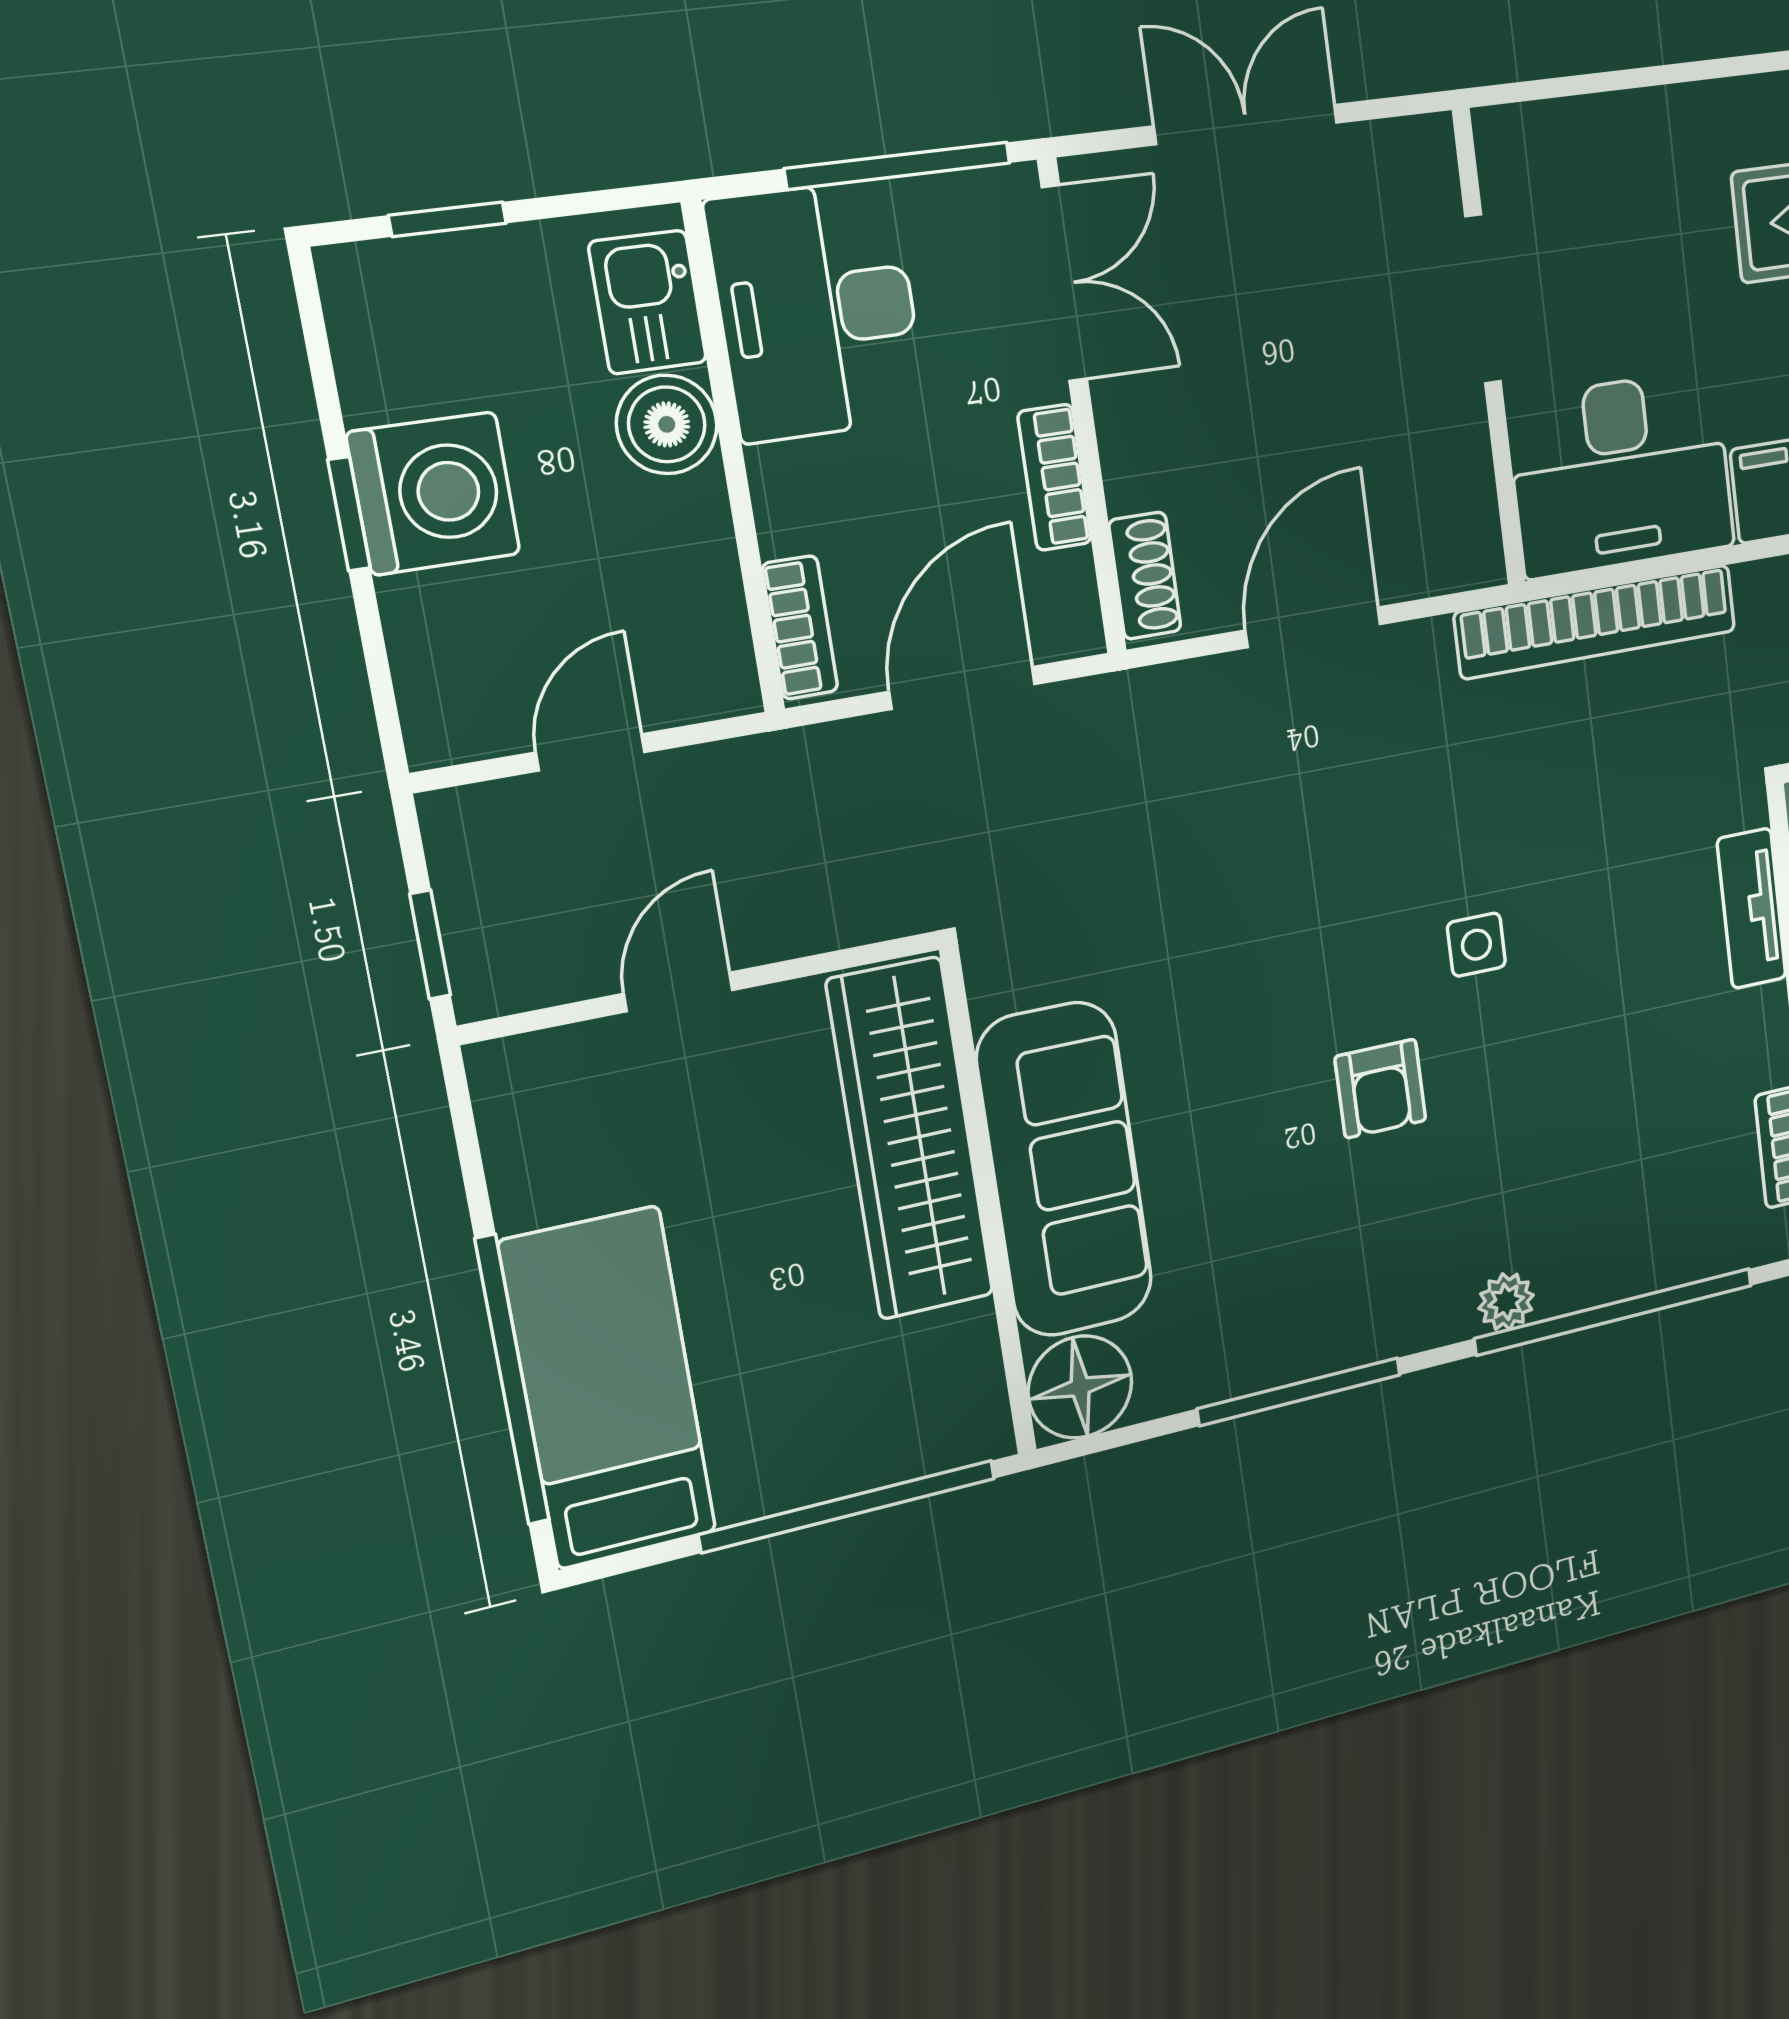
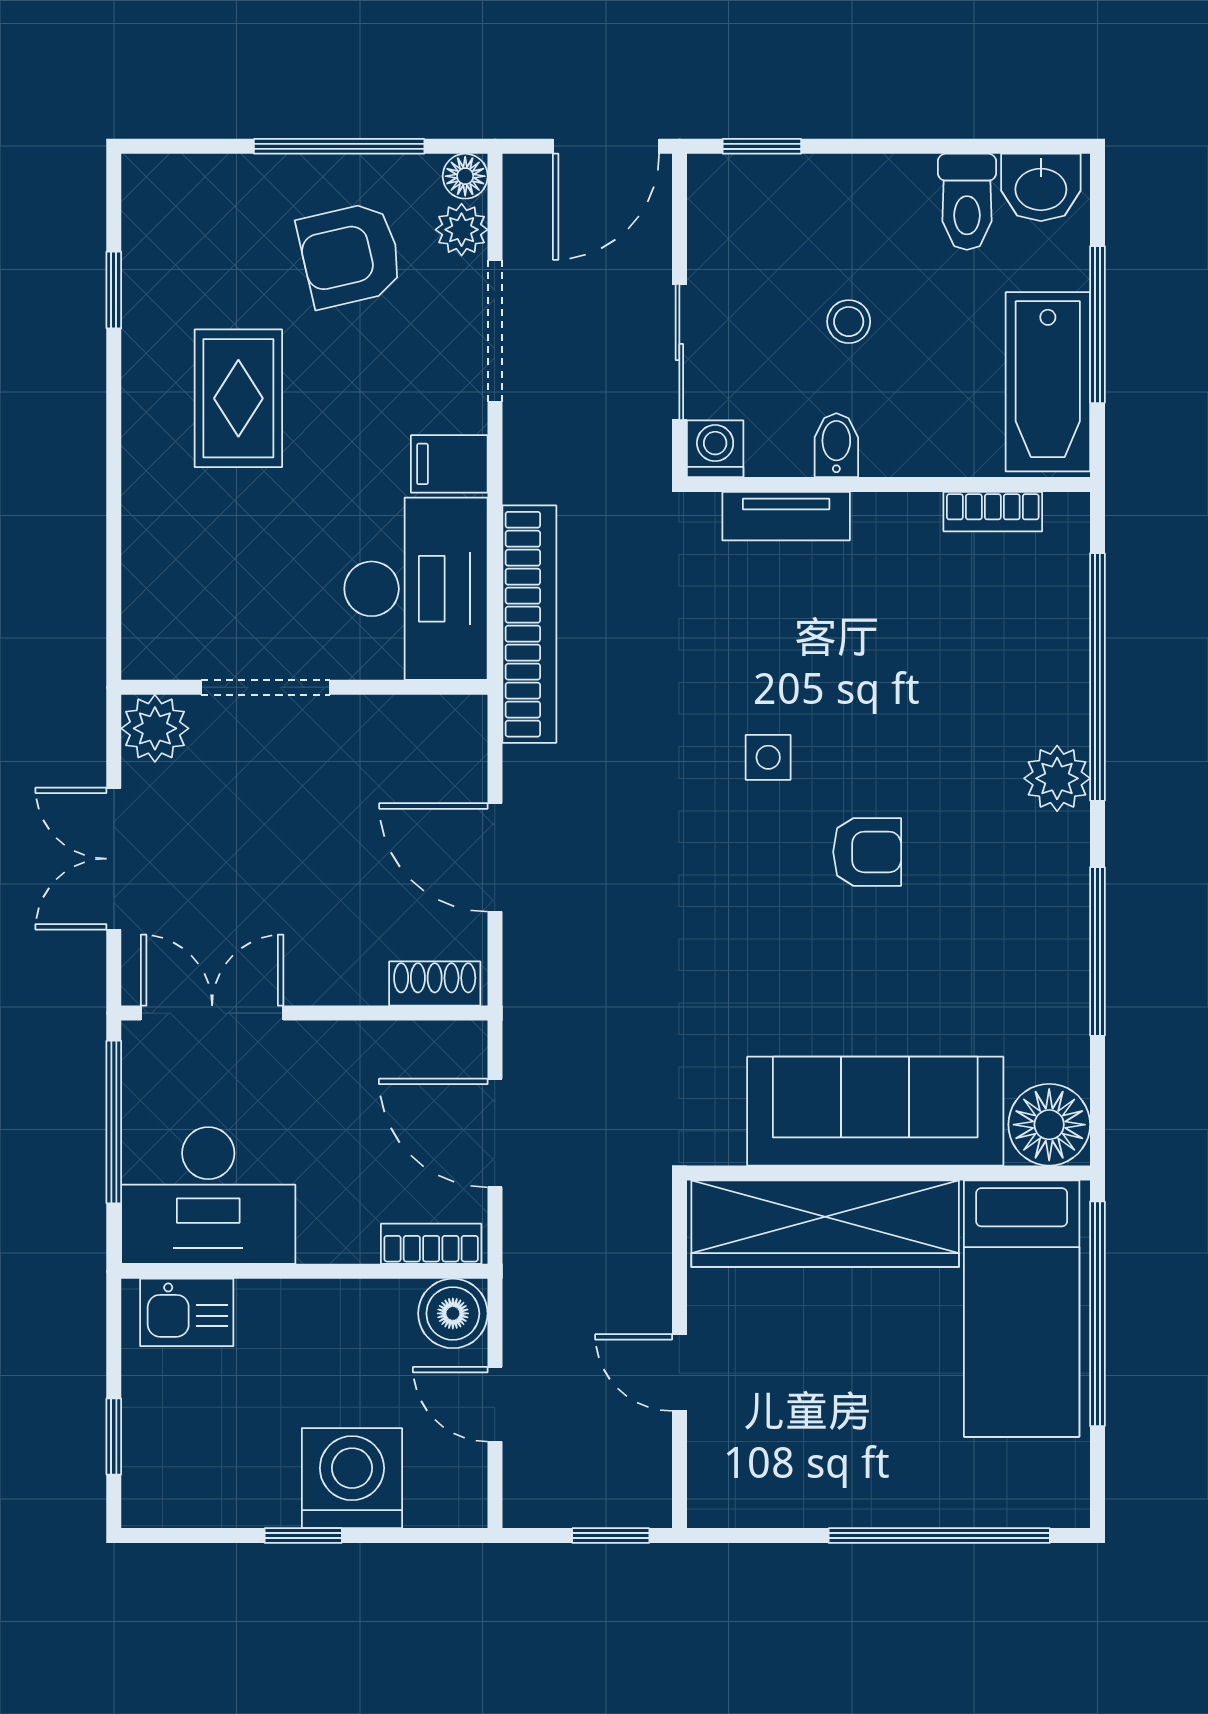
plant: (1416, 160) -> (155, 728), added
boiler: (667, 424) -> (453, 1313), moved
bookcase: (1055, 477) -> (352, 1041), removed
washing machine: (434, 493) -> (352, 1478), moved
plant: (1506, 1302) -> (1057, 778), width x1.38, depth x1.38
bed: (608, 1388) -> (1022, 1309), moved, turned -90

